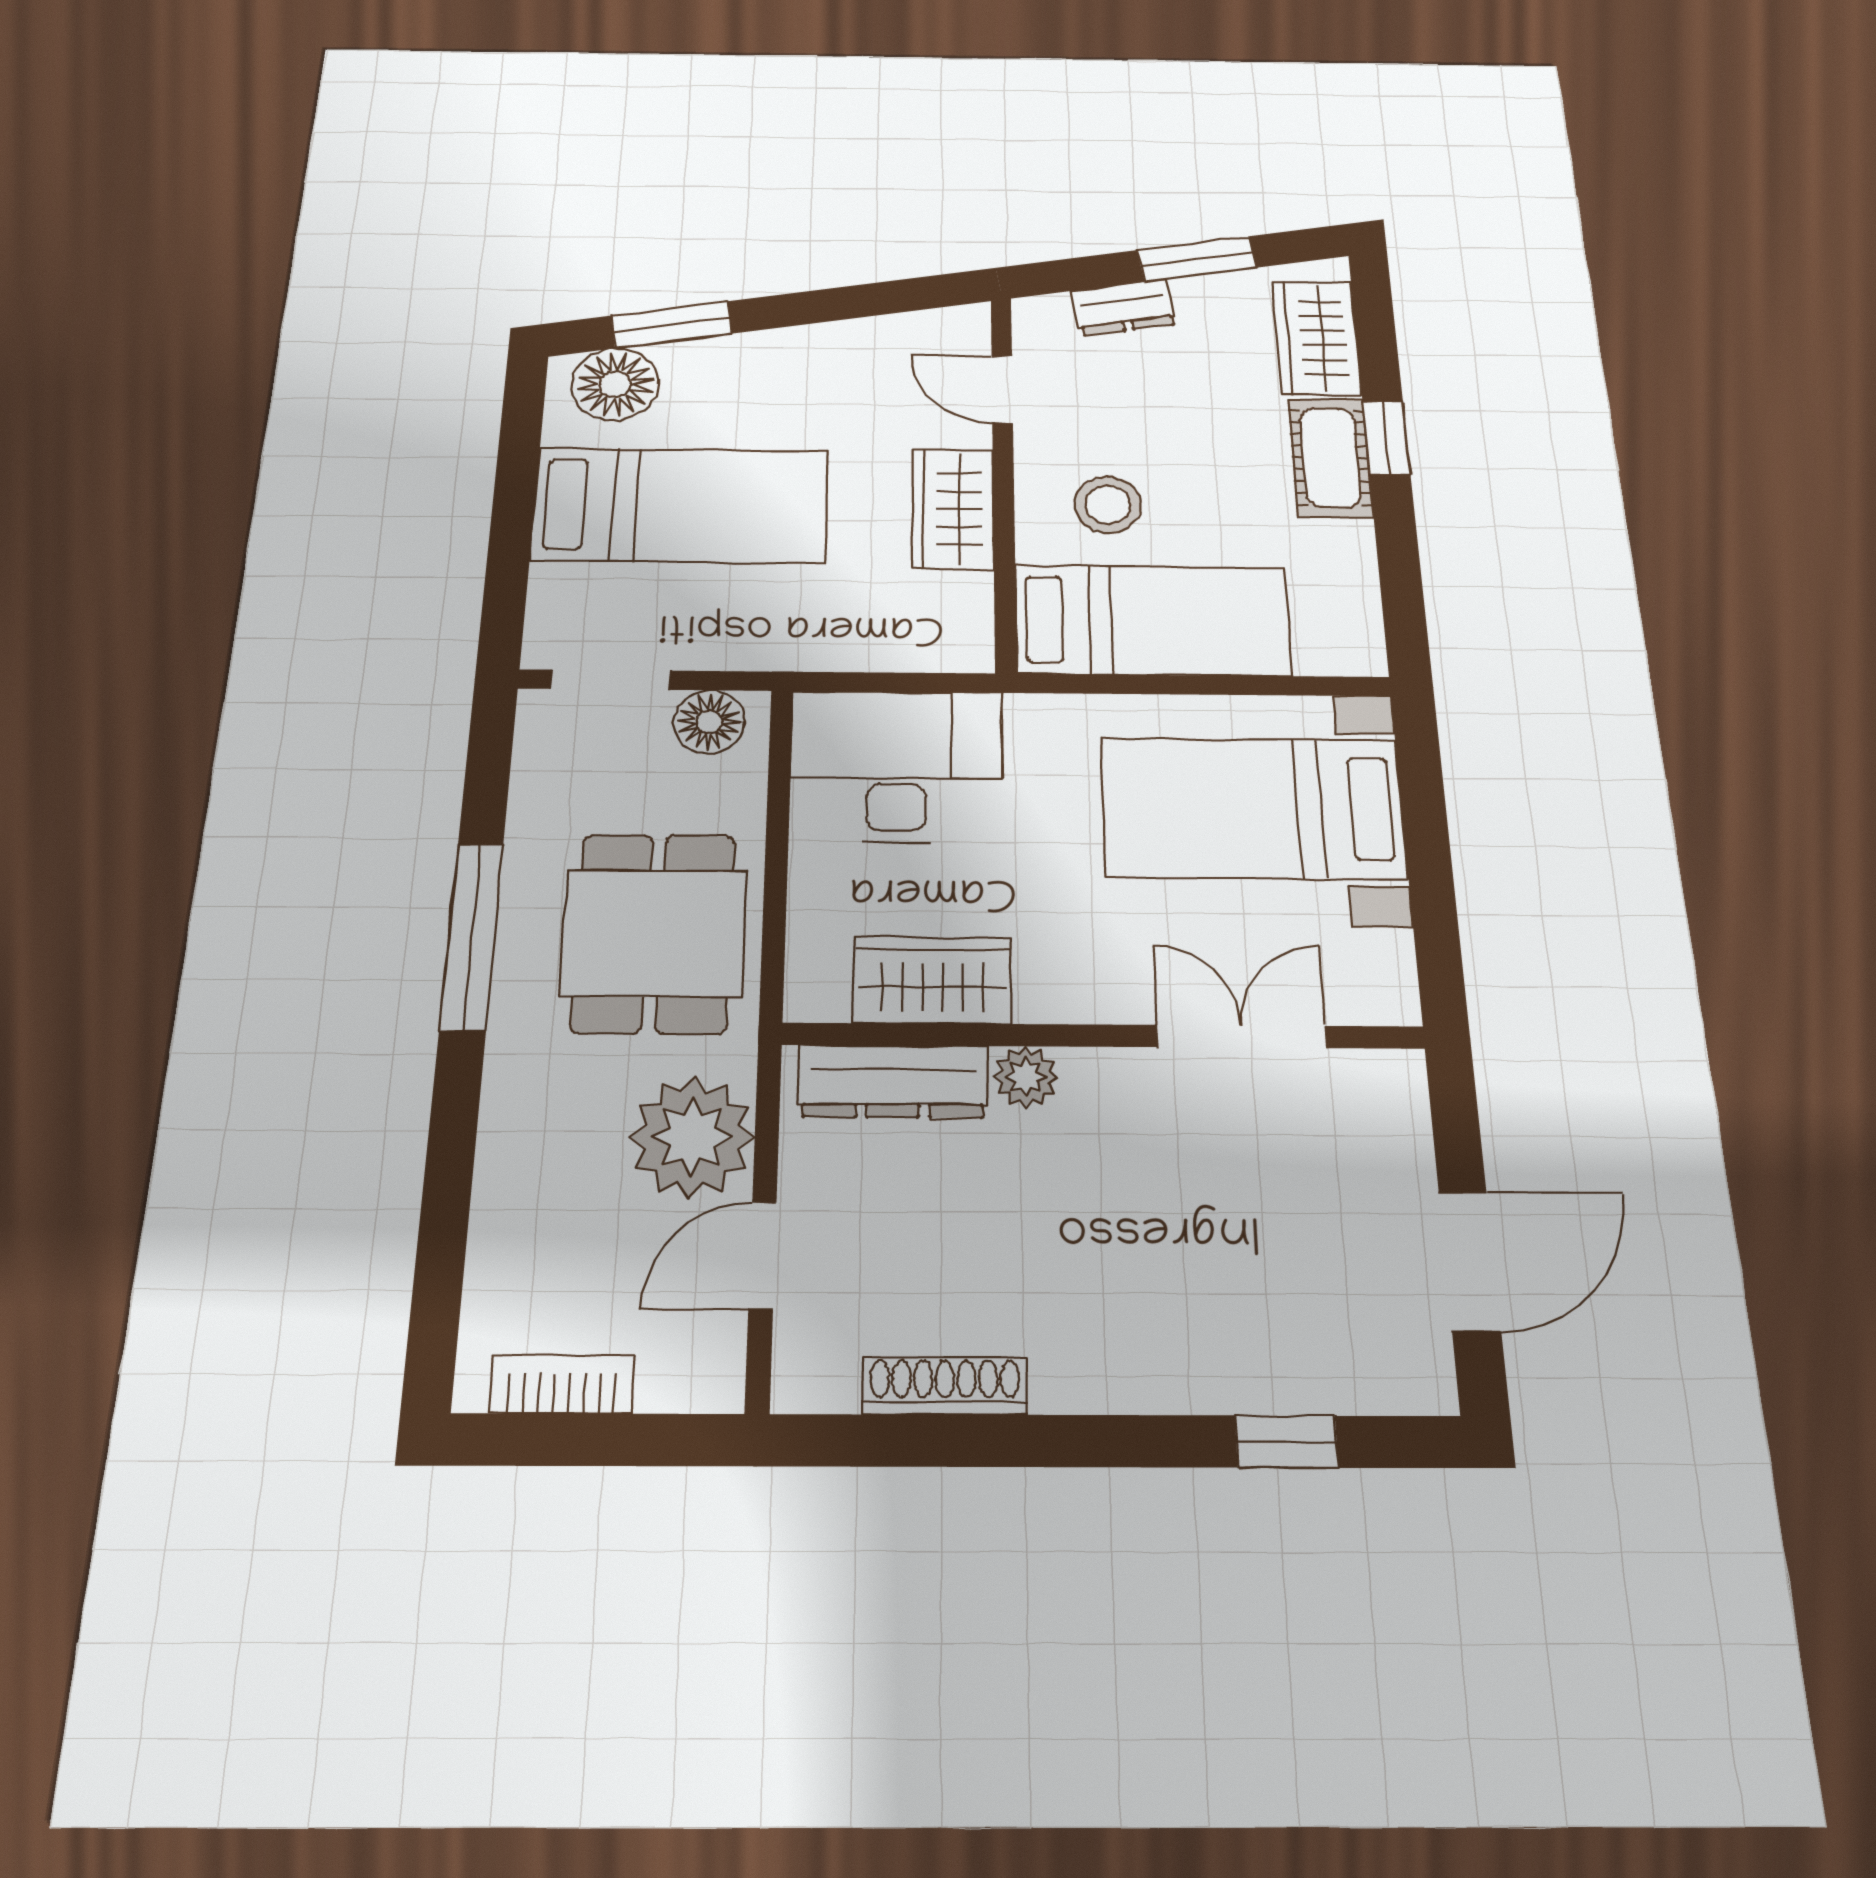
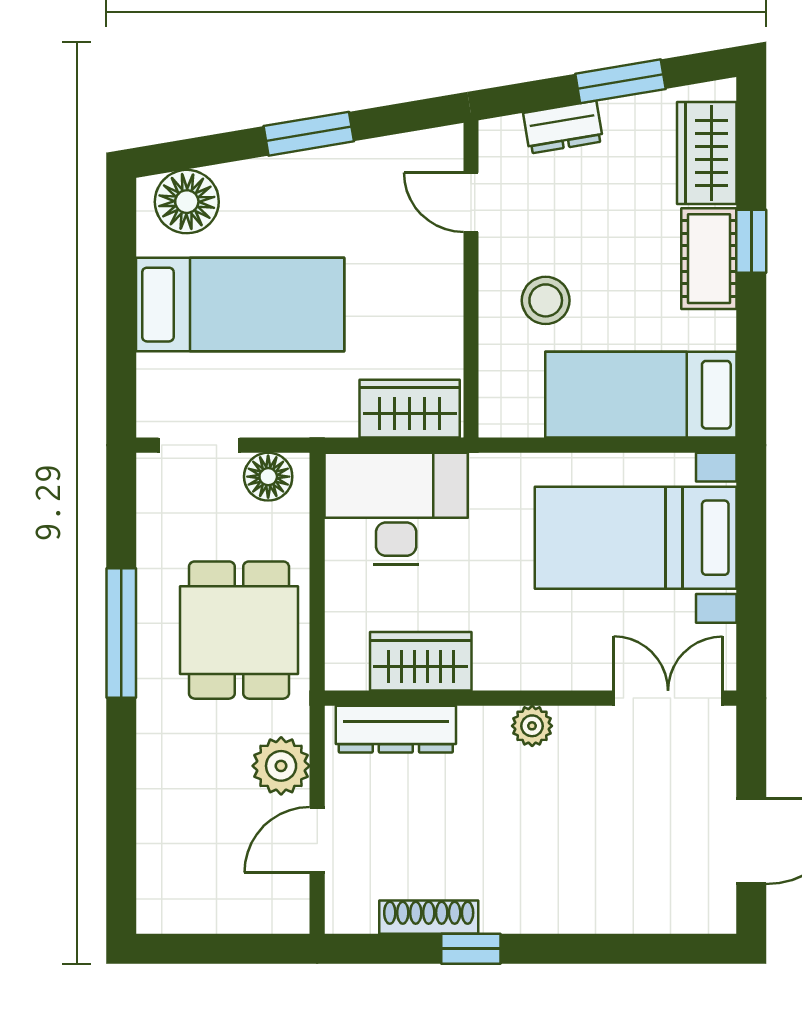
window: (671, 325) -> (309, 134), moved
wardrobe: (953, 509) -> (410, 409), moved, turned 90
bed: (1152, 620) -> (641, 395), moved, turned 180
double door: (1242, 1037) -> (668, 698), moved
plant: (1026, 1077) -> (532, 726), moved
plant: (692, 1137) -> (281, 766), width x0.73, depth x0.73
bookcase: (562, 1384) -> (201, 917), removed
window: (1286, 1442) -> (471, 949), moved

